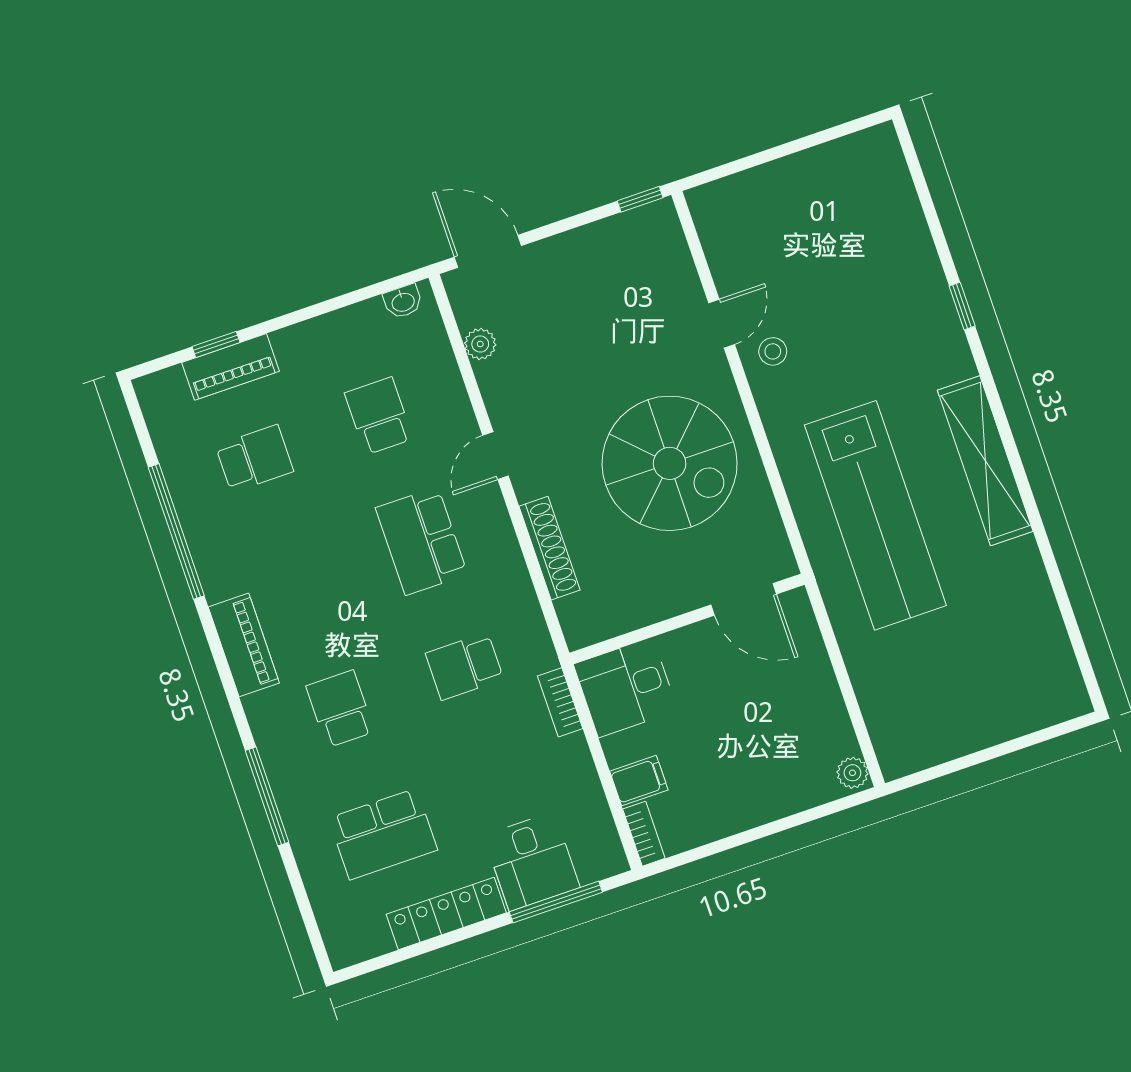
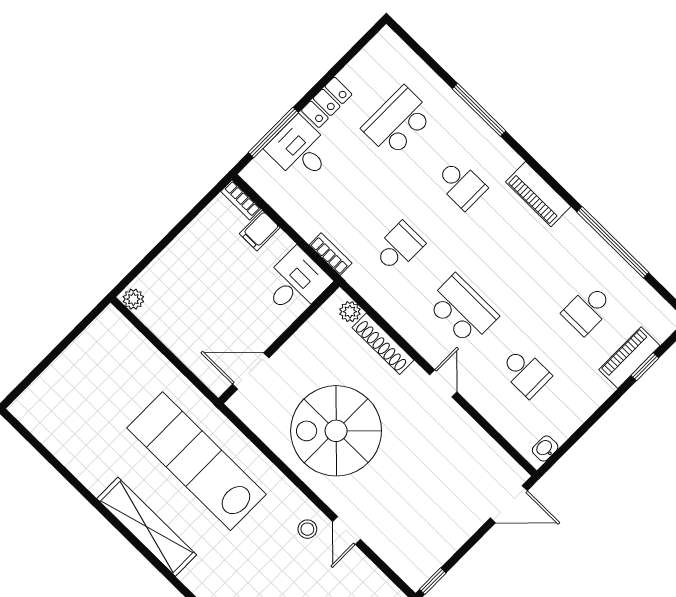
plant: (480, 344) -> (350, 312), moved
locker: (446, 913) -> (327, 102), width x0.66

